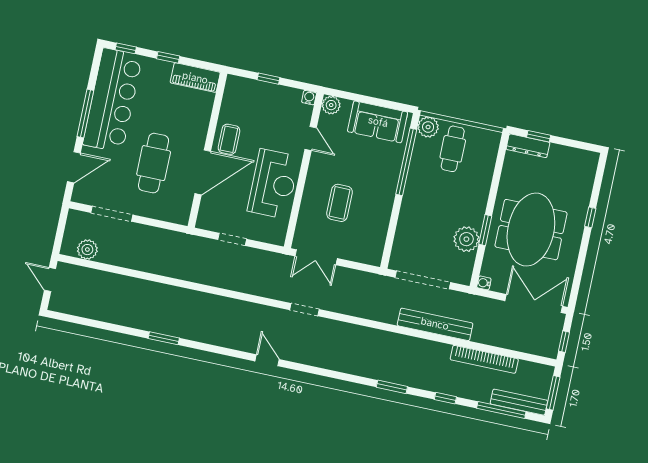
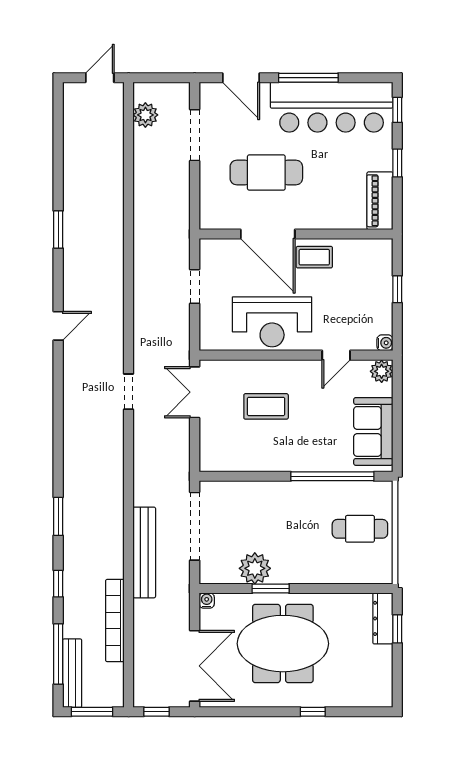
plant: (428, 127) -> (380, 494), removed
door: (267, 360) -> (58, 326), moved

